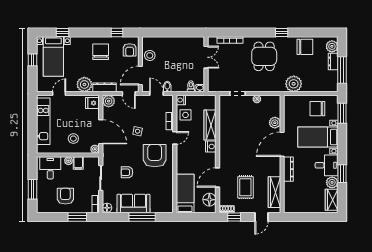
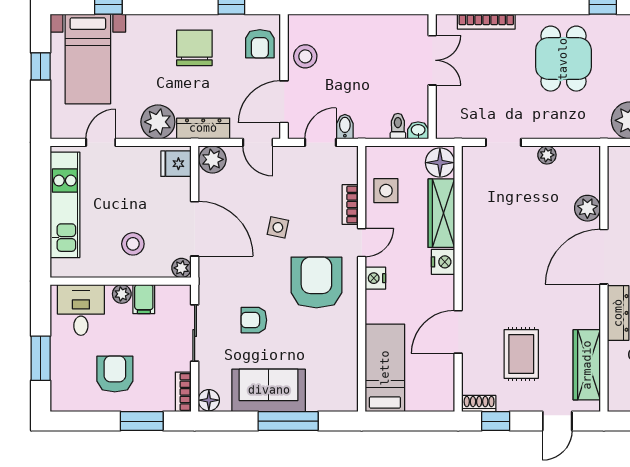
door: (156, 94) -> (320, 142), hinge flipped
nightstand: (181, 100) -> (375, 278), moved
floor lamp: (209, 200) -> (440, 163), moved

